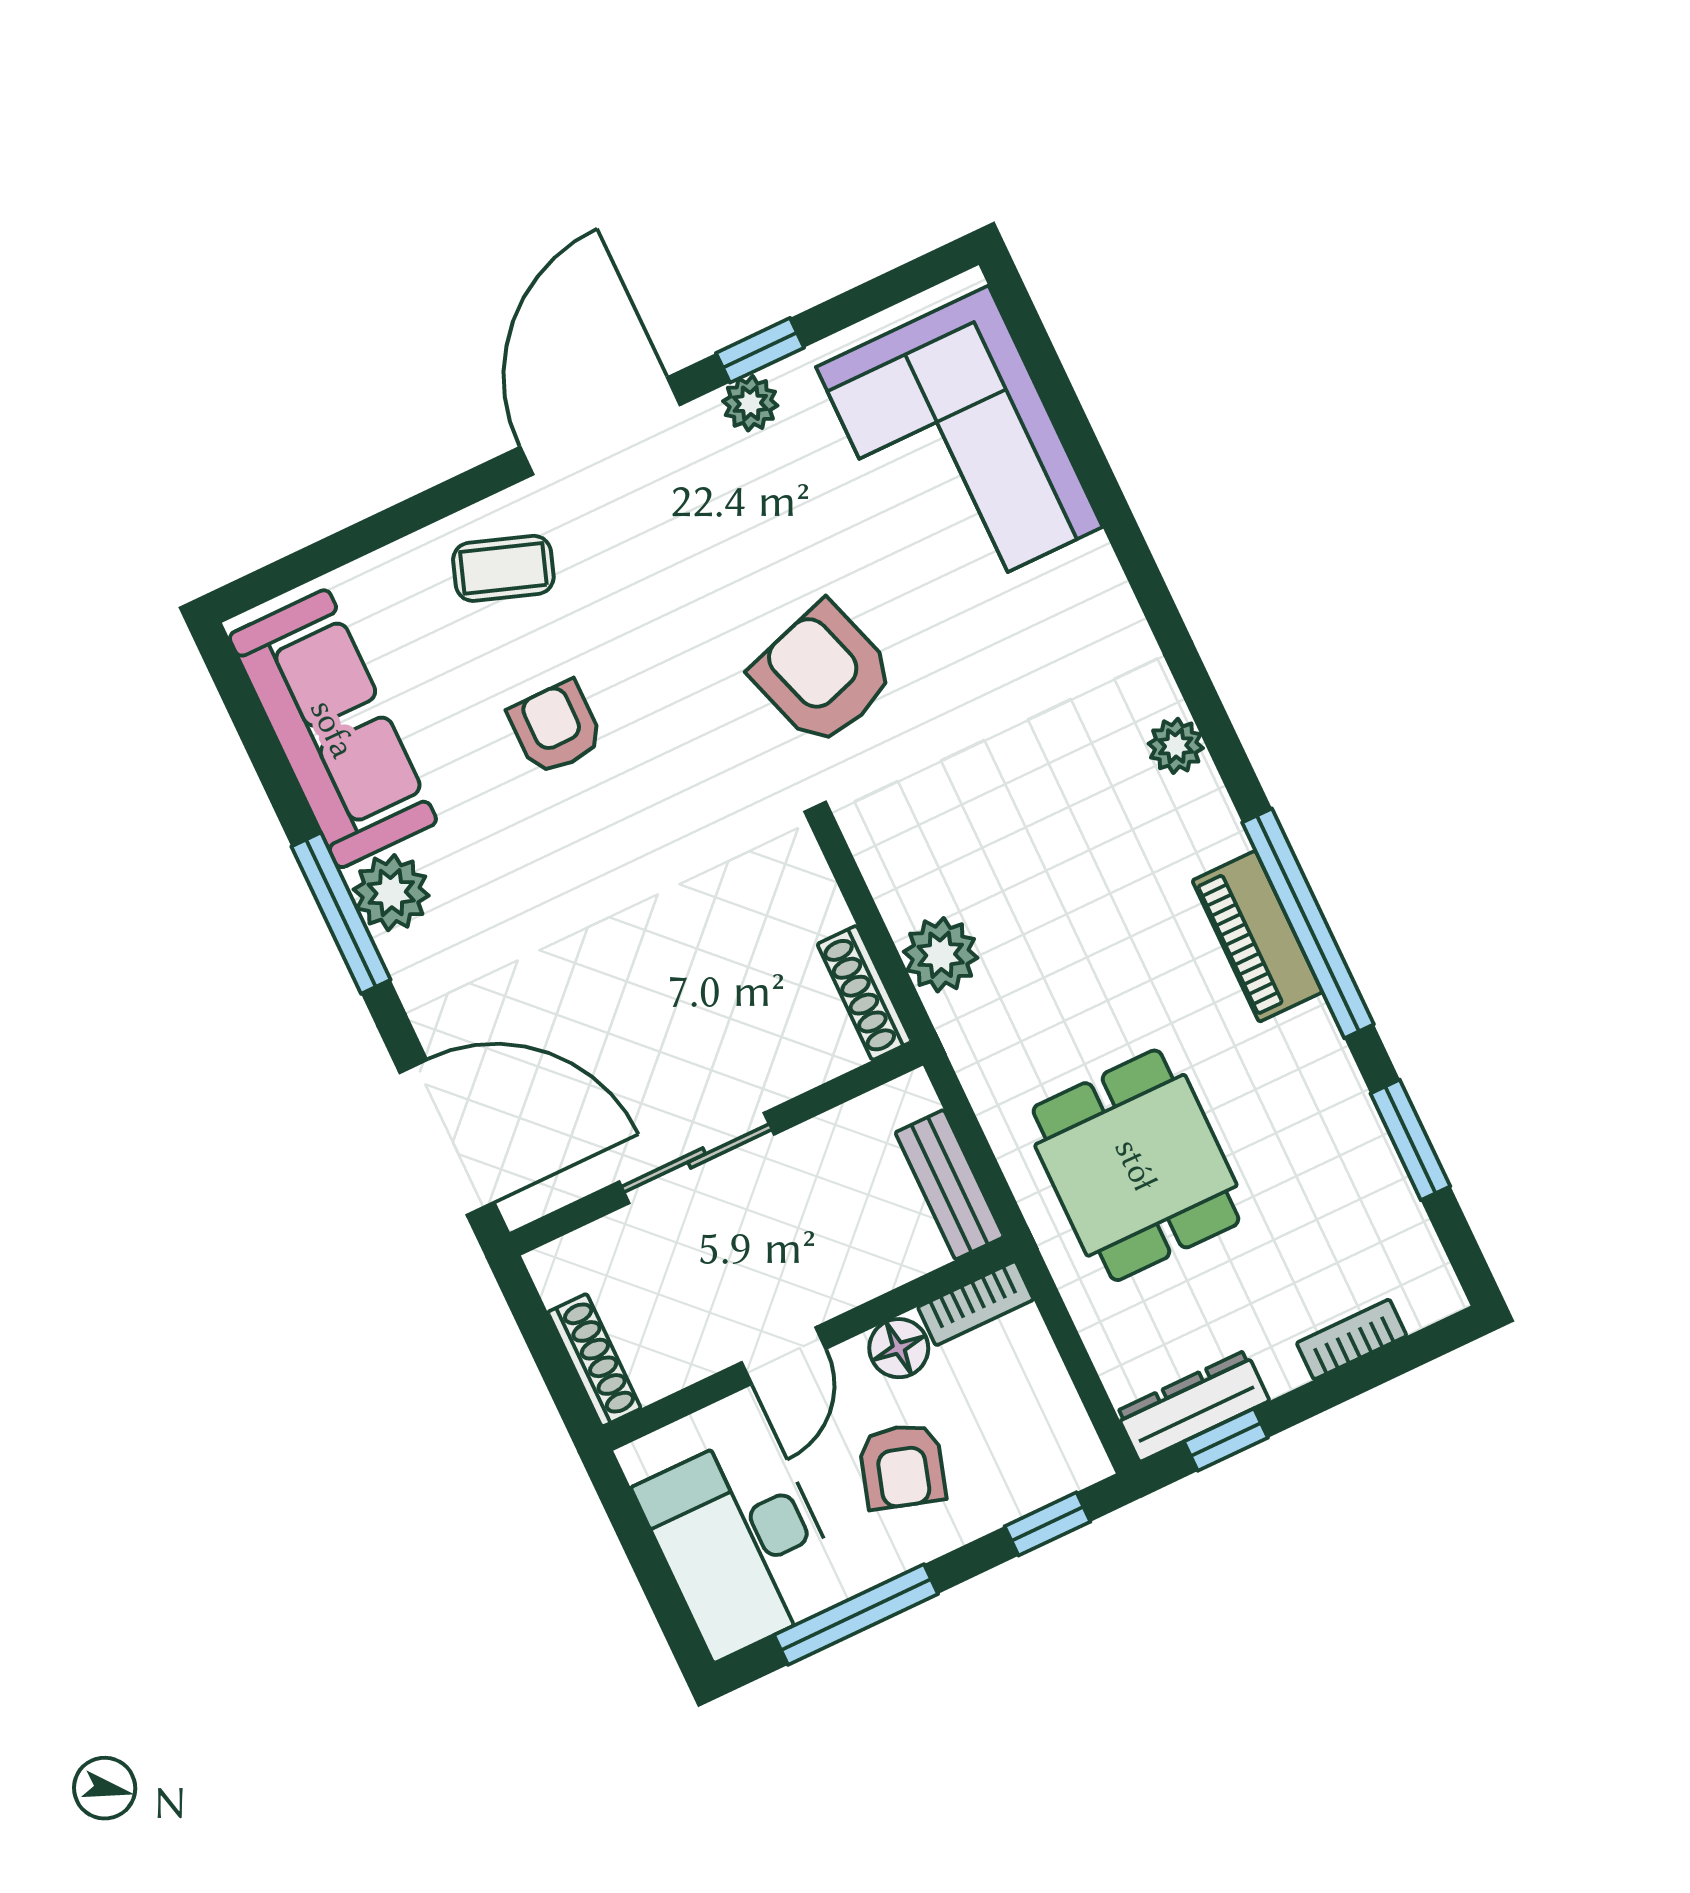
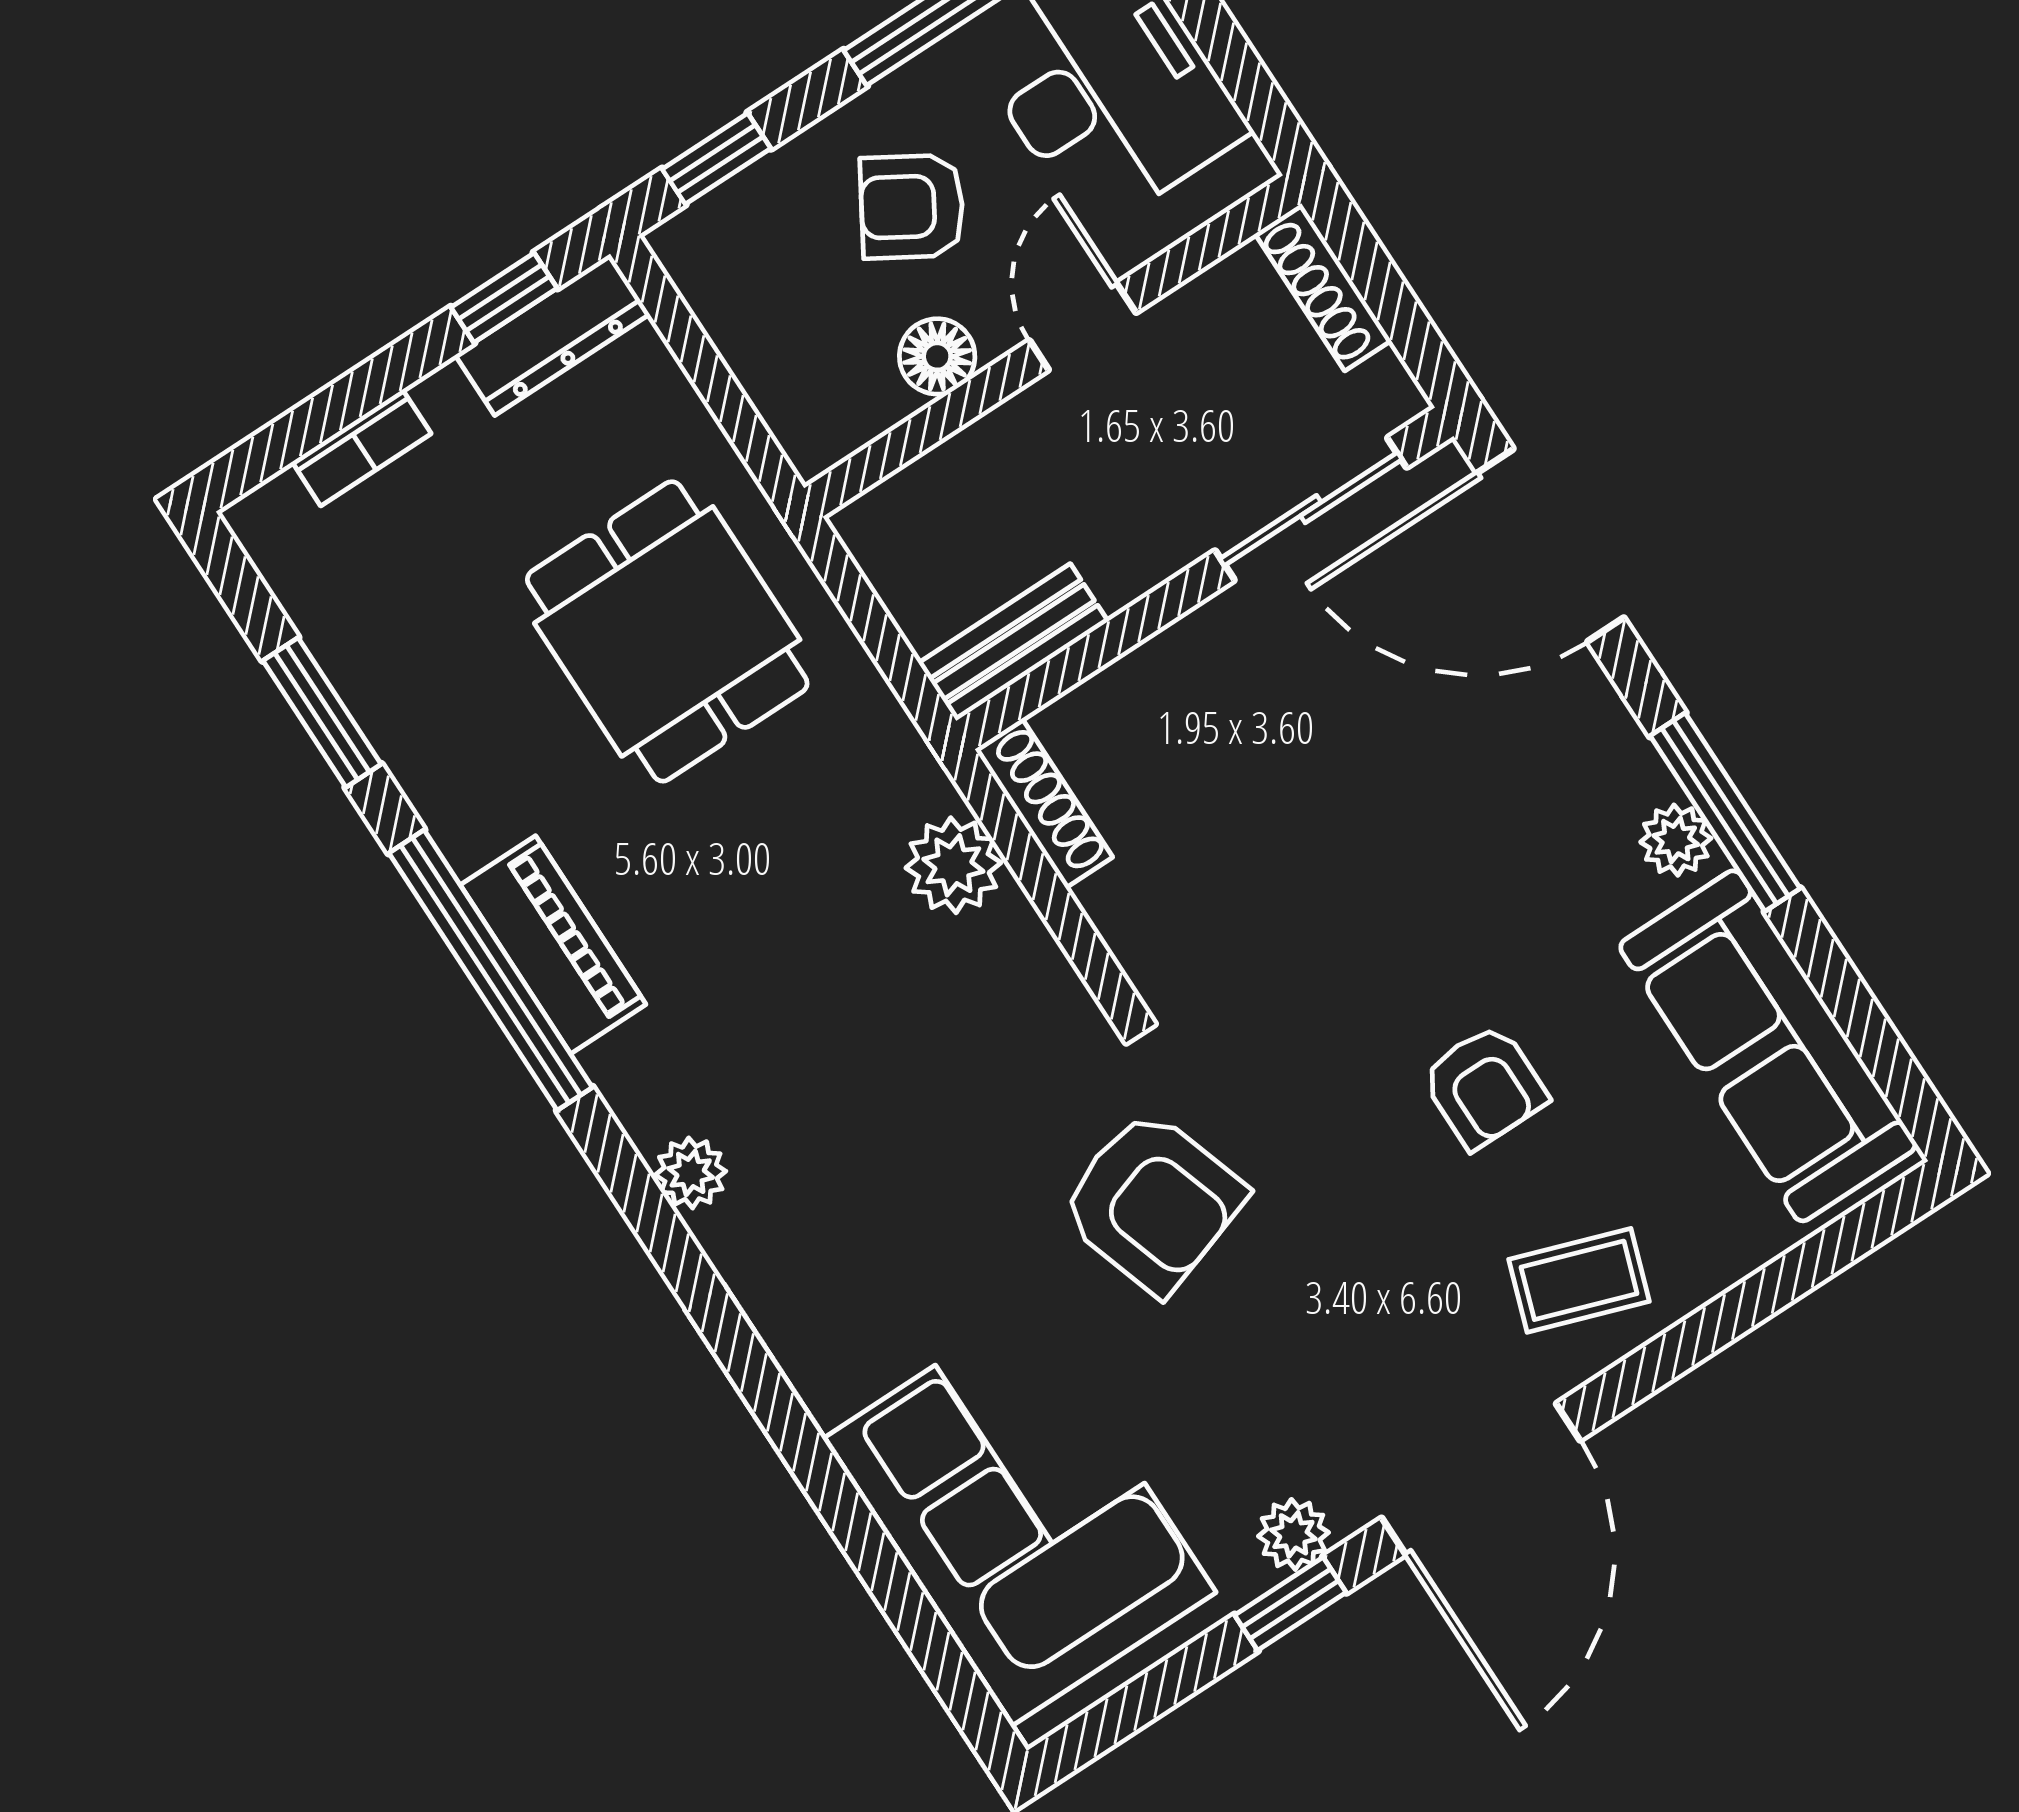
plant: (391, 893) -> (1676, 840), width x0.73, depth x0.73
sliding door: (697, 1158) -> (1311, 509), moved
bench: (950, 1185) -> (1013, 642), moved, turned 90
bookcase: (976, 1303) -> (847, 427), removed
armchair: (902, 1466) -> (912, 207), turned -76

